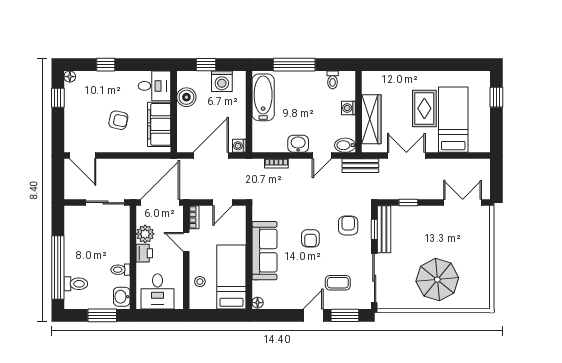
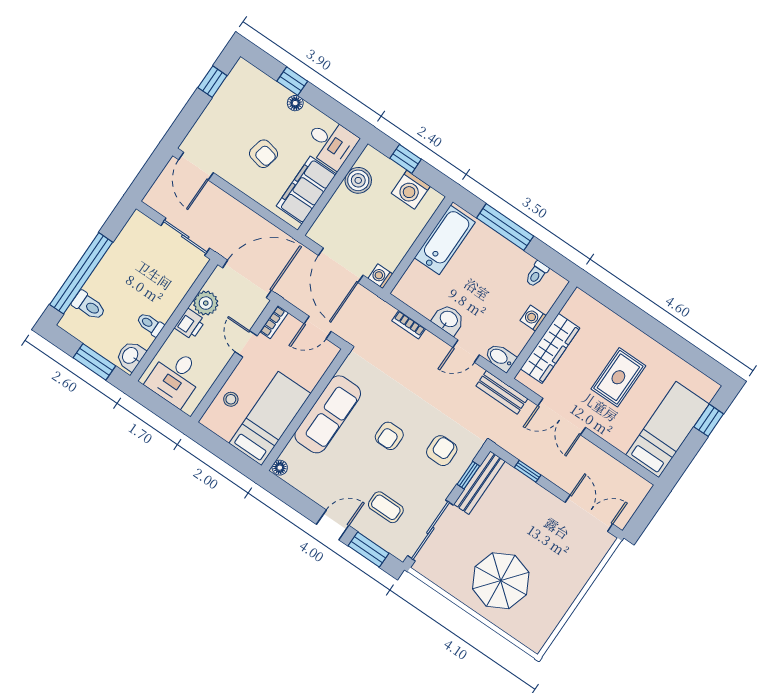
floor lamp: (70, 77) -> (295, 103), moved
bed: (453, 120) -> (668, 430), moved
door: (211, 156) -> (341, 265), swing flipped
double door: (406, 156) -> (562, 417), swing flipped

